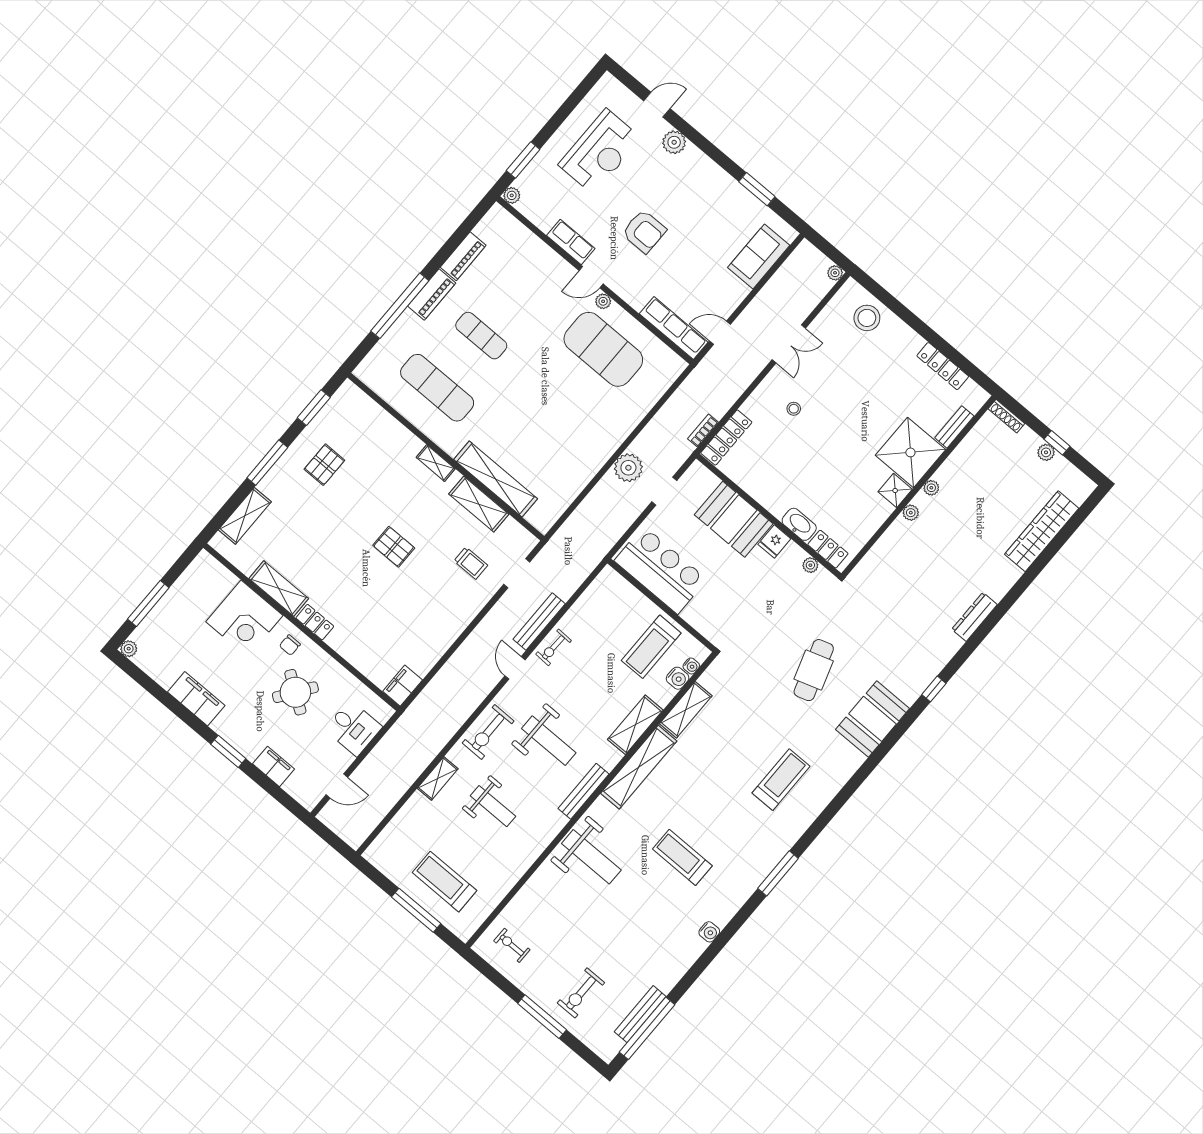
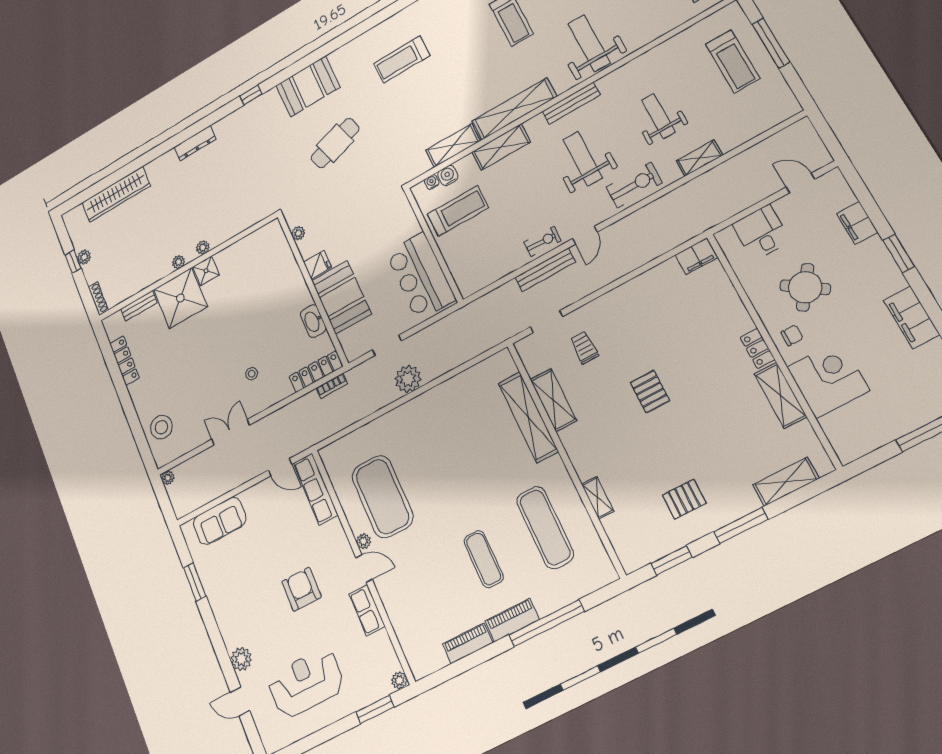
shelving: (436, 463) -> (598, 498), moved
washbasin: (799, 524) -> (313, 321), moved
locker: (828, 549) -> (279, 242), removed

